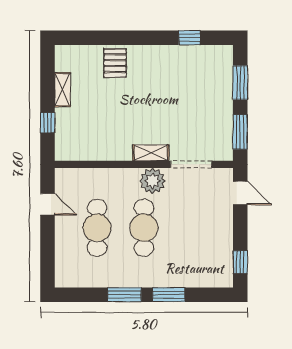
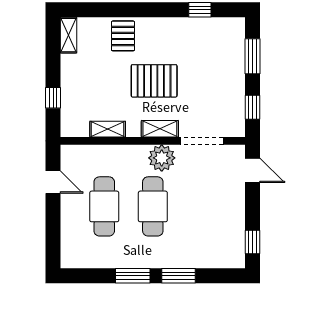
shelving: (63, 90) -> (69, 35), moved
pallet: (145, 106) -> (154, 81), added
window: (240, 132) -> (253, 107), width x0.67
shelving: (100, 153) -> (108, 129), added

